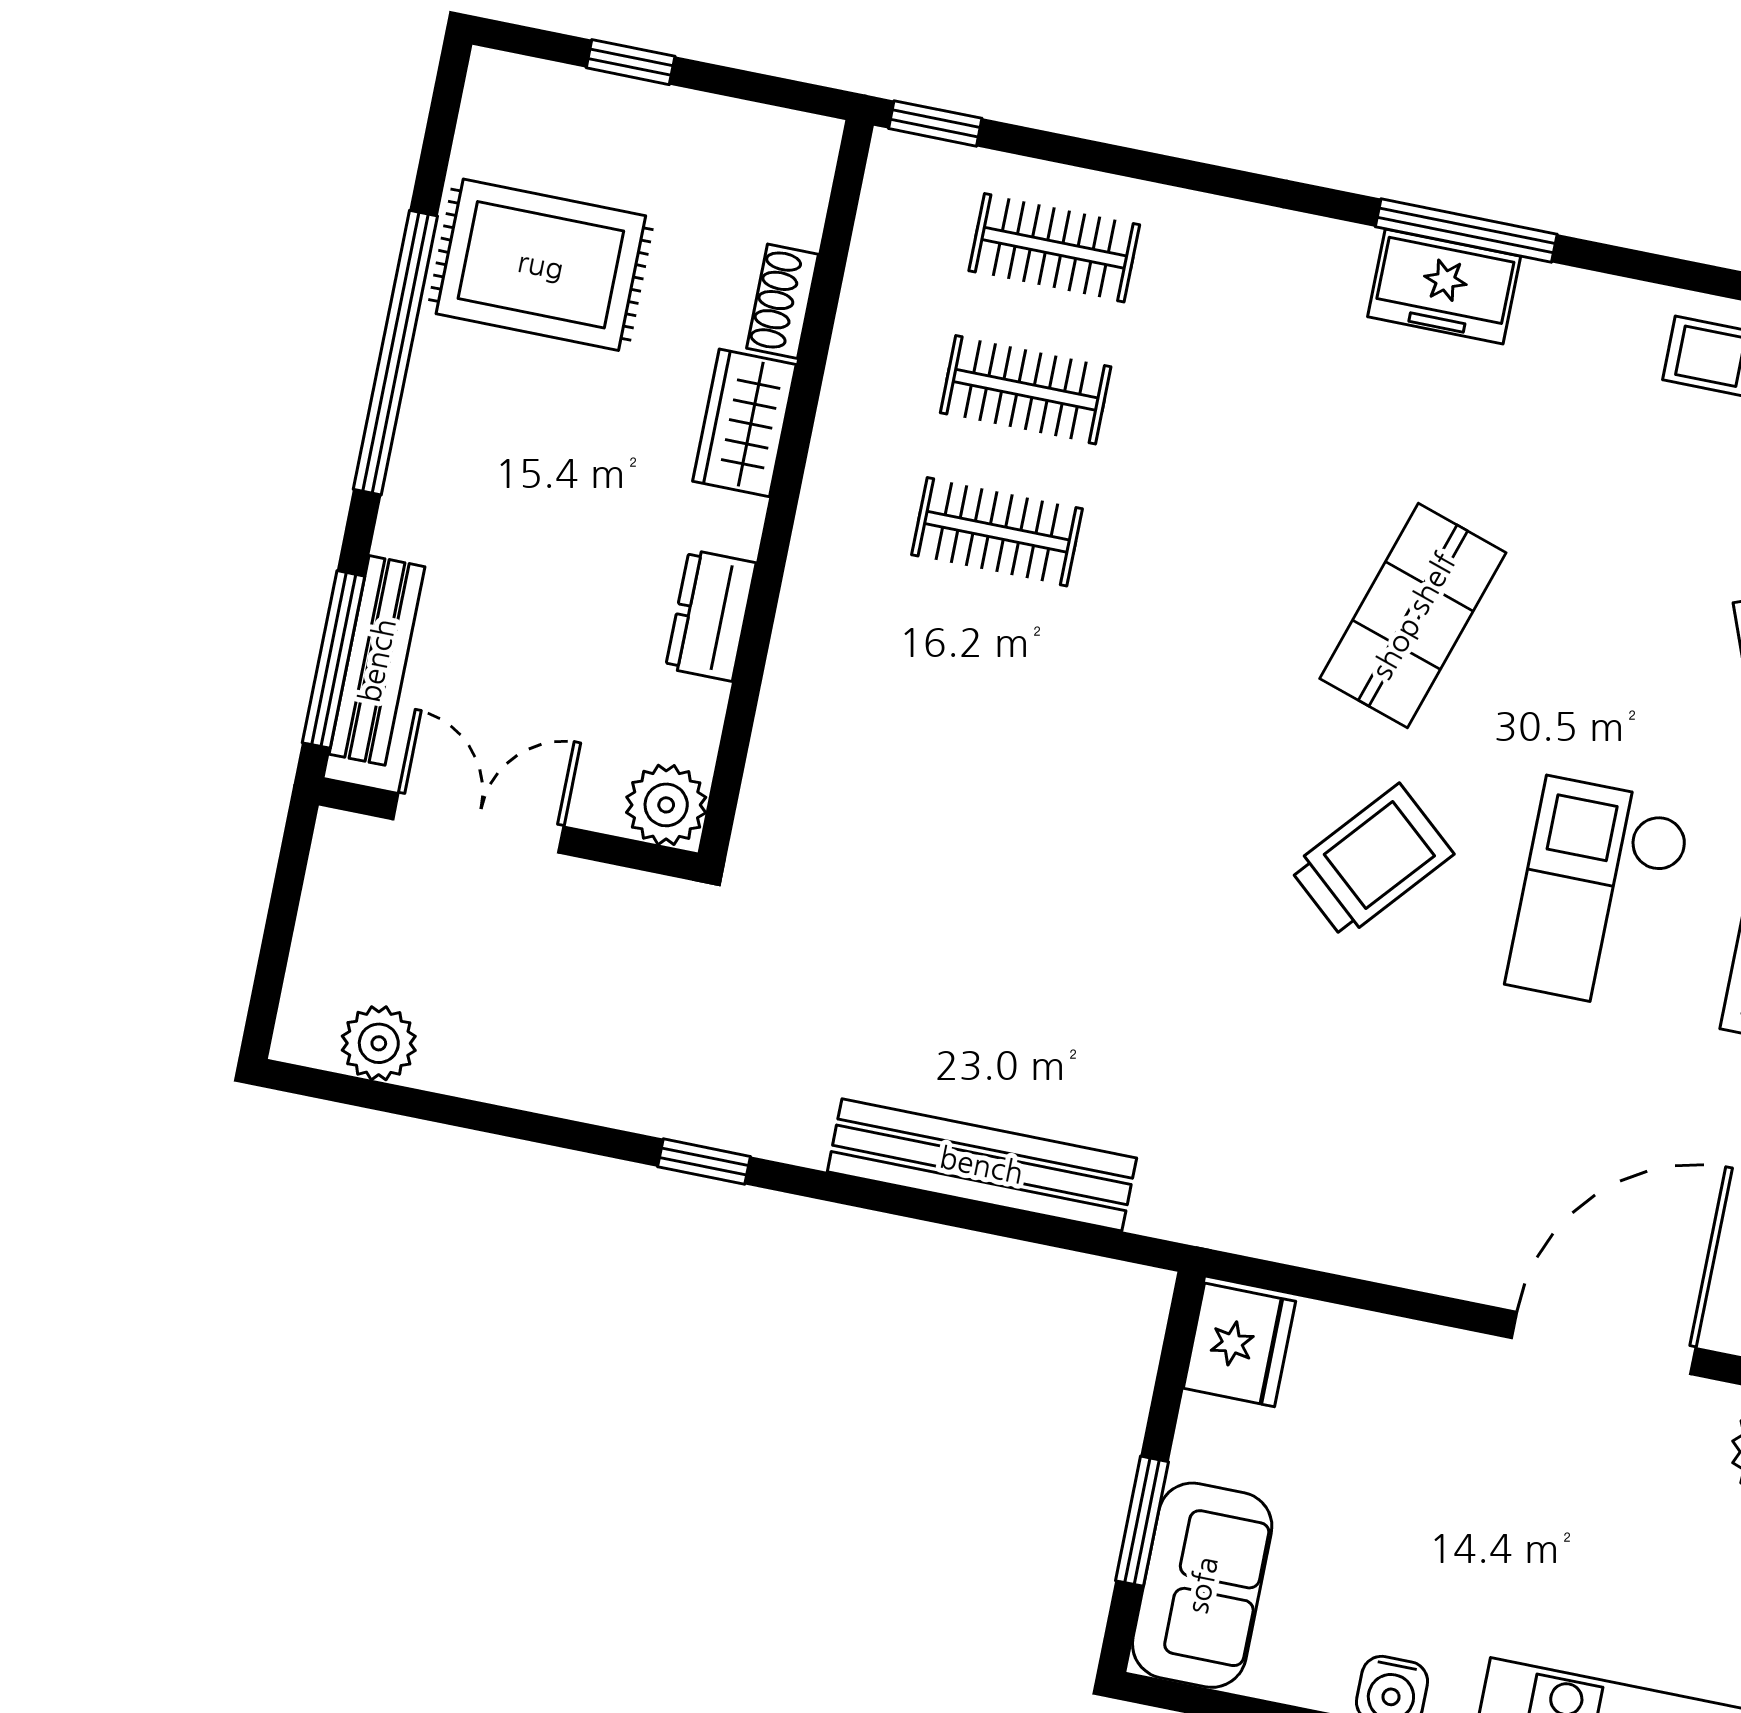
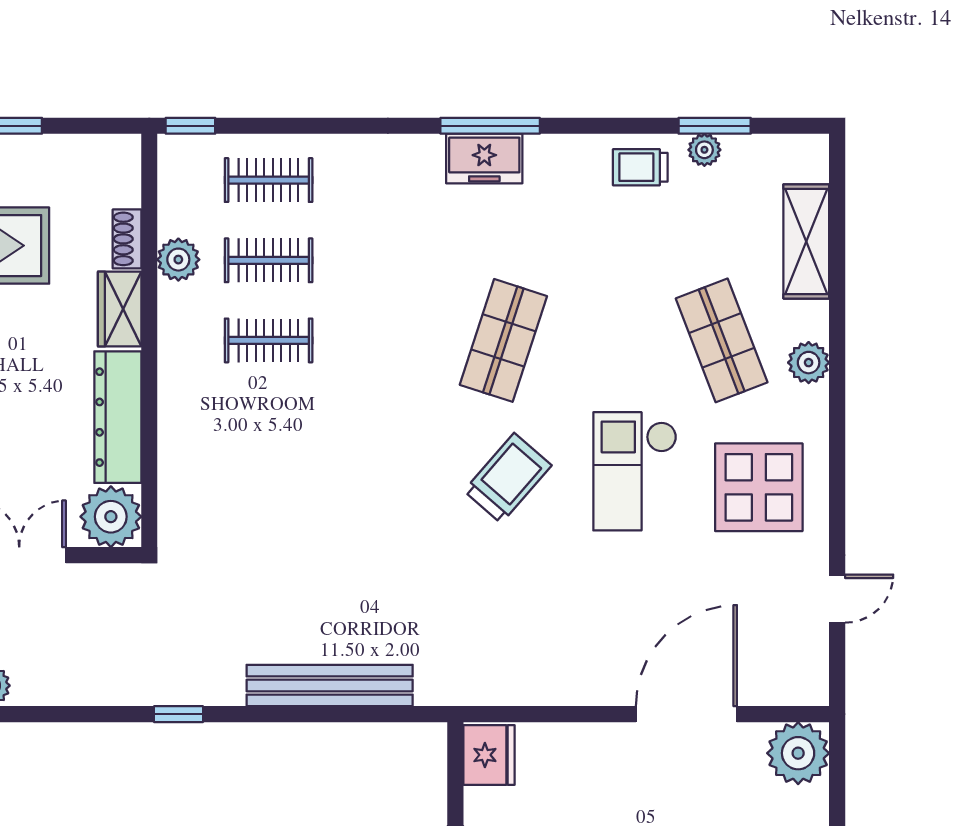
plant: (866, 356) -> (178, 260), added
dresser: (711, 615) -> (118, 417), width x1.96, depth x1.24
plant: (666, 805) -> (111, 517), width x1.36, depth x1.36

